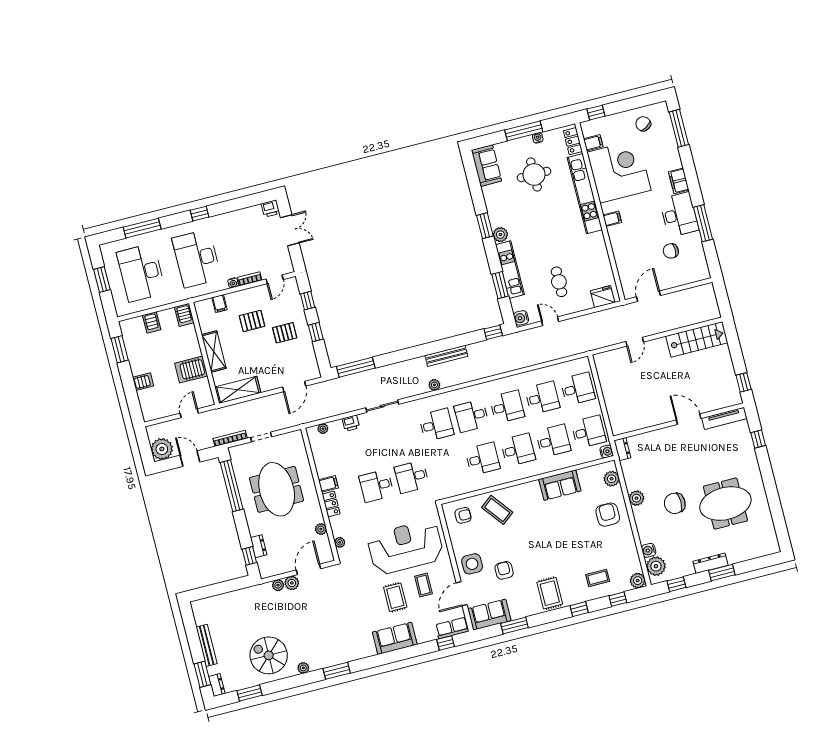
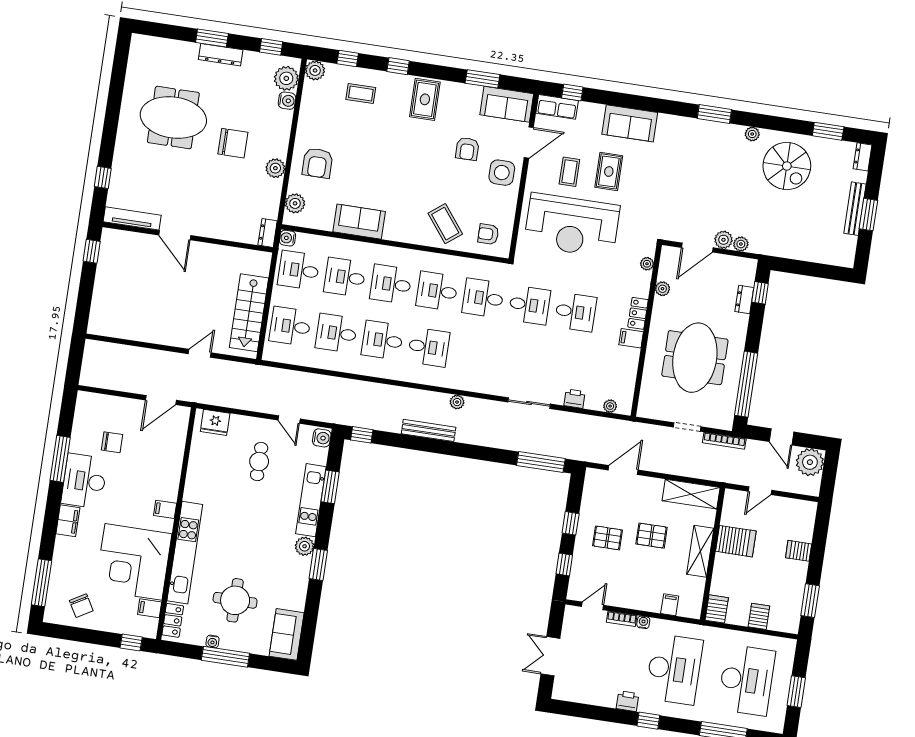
printer: (270, 209) -> (628, 701), moved
pallet: (252, 321) -> (652, 536), moved
stairs: (697, 339) -> (249, 313), moved, turned -90
desk: (436, 425) -> (483, 298), moved
window: (202, 674) -> (868, 215), moved

